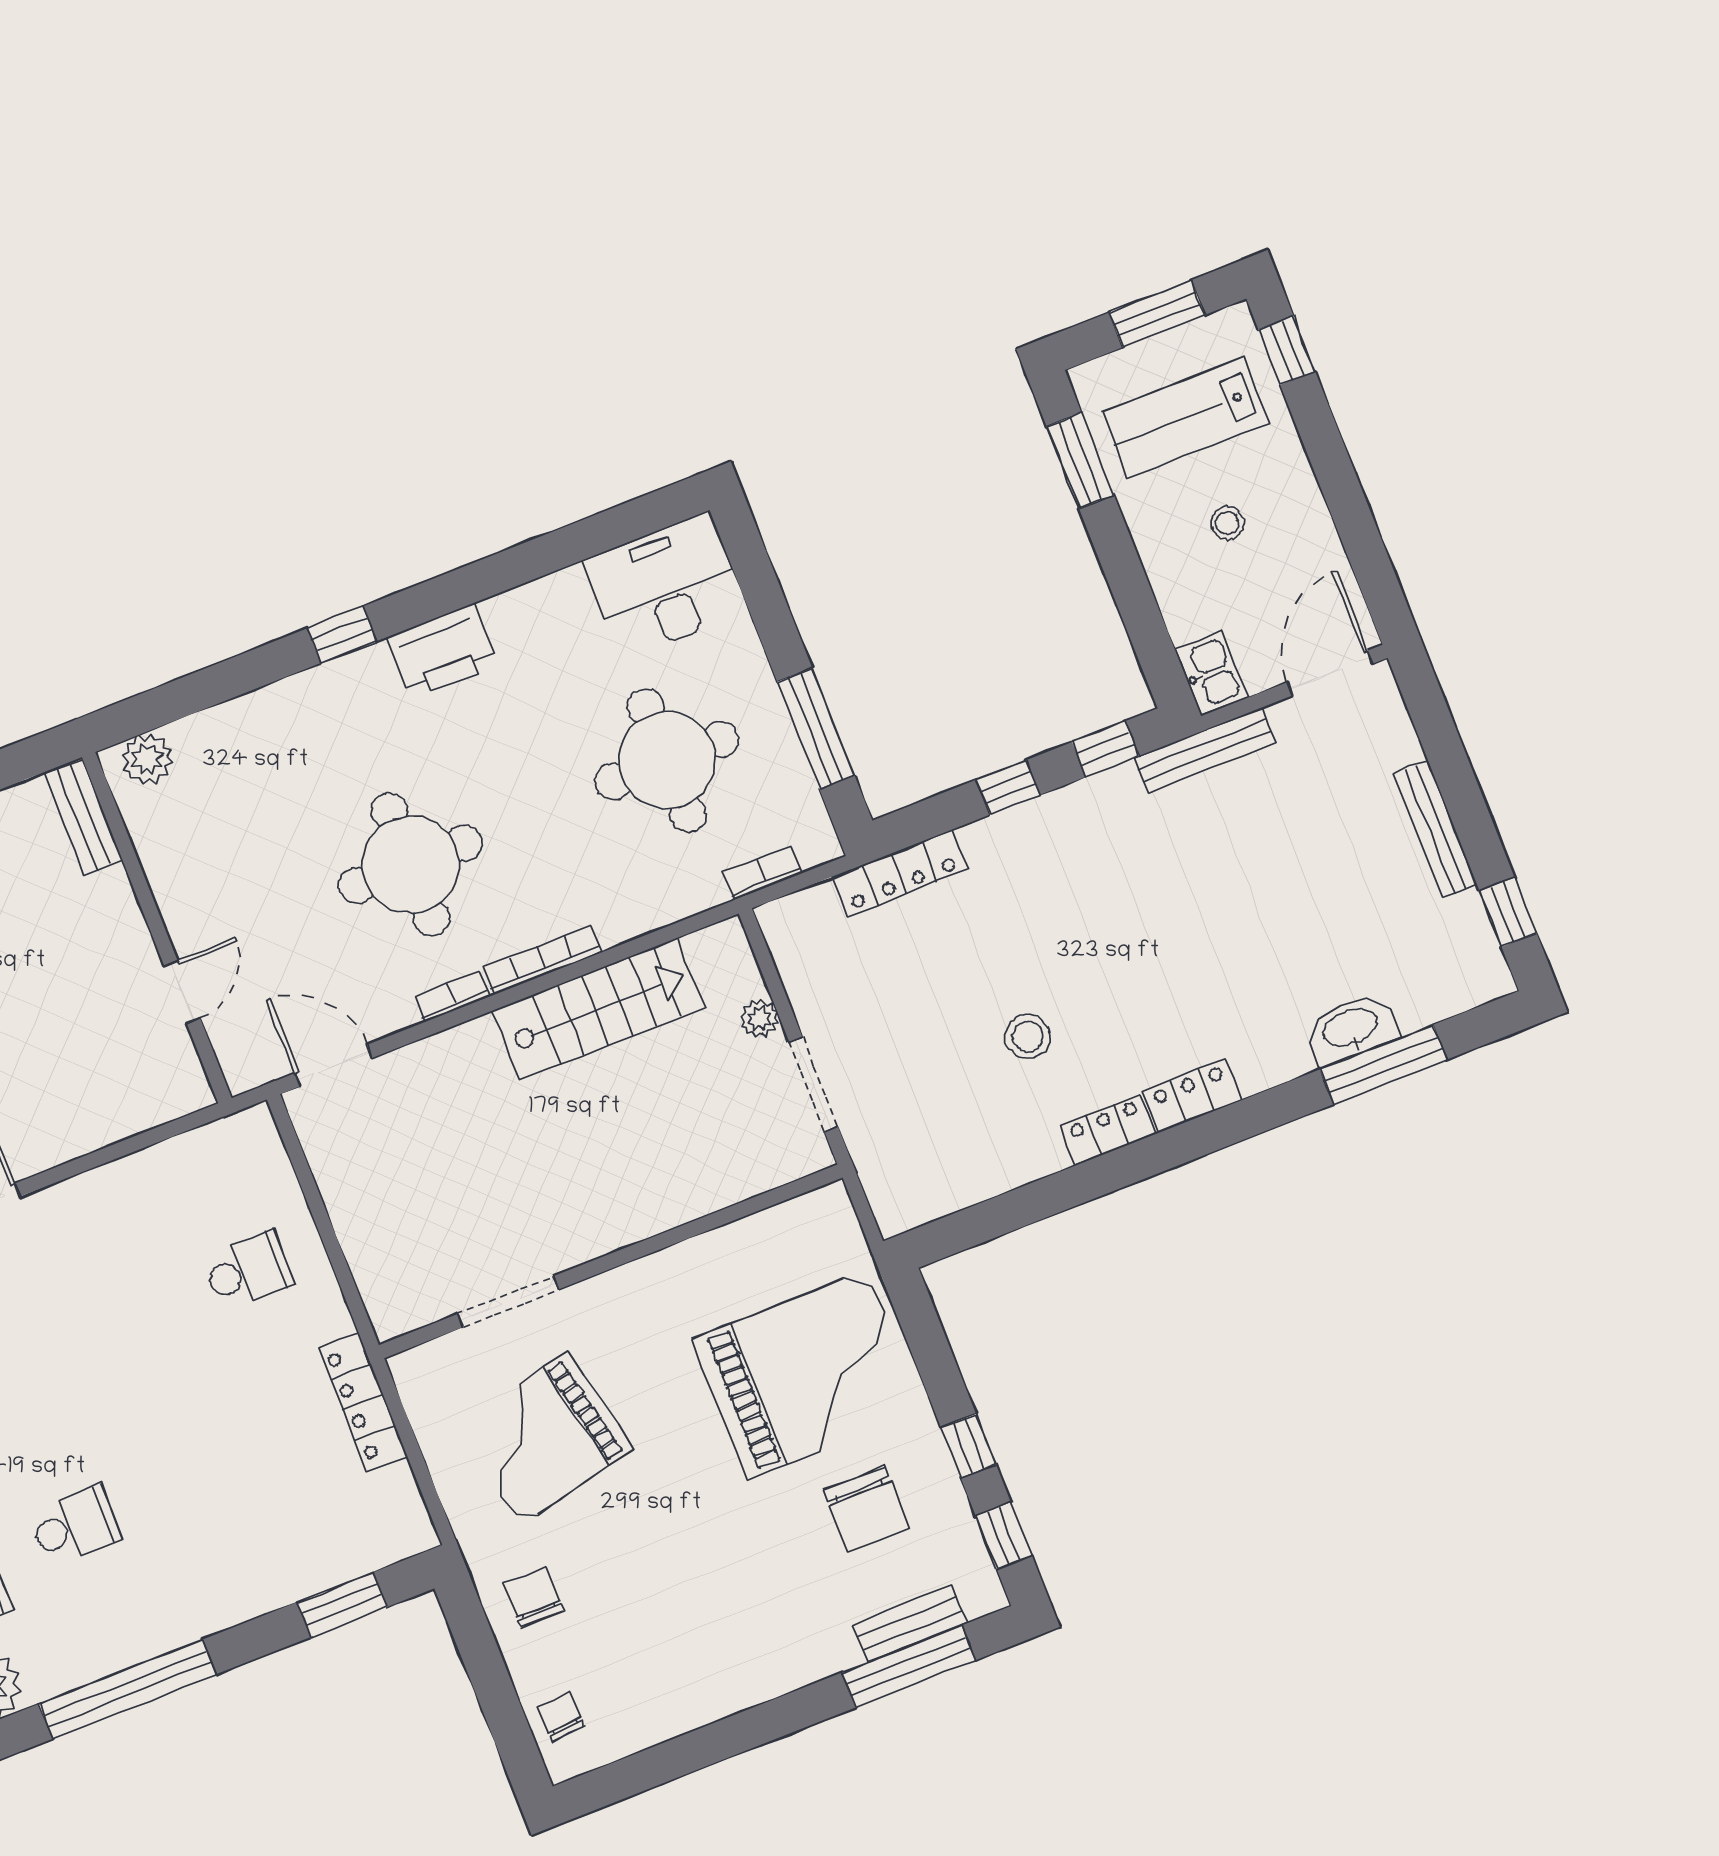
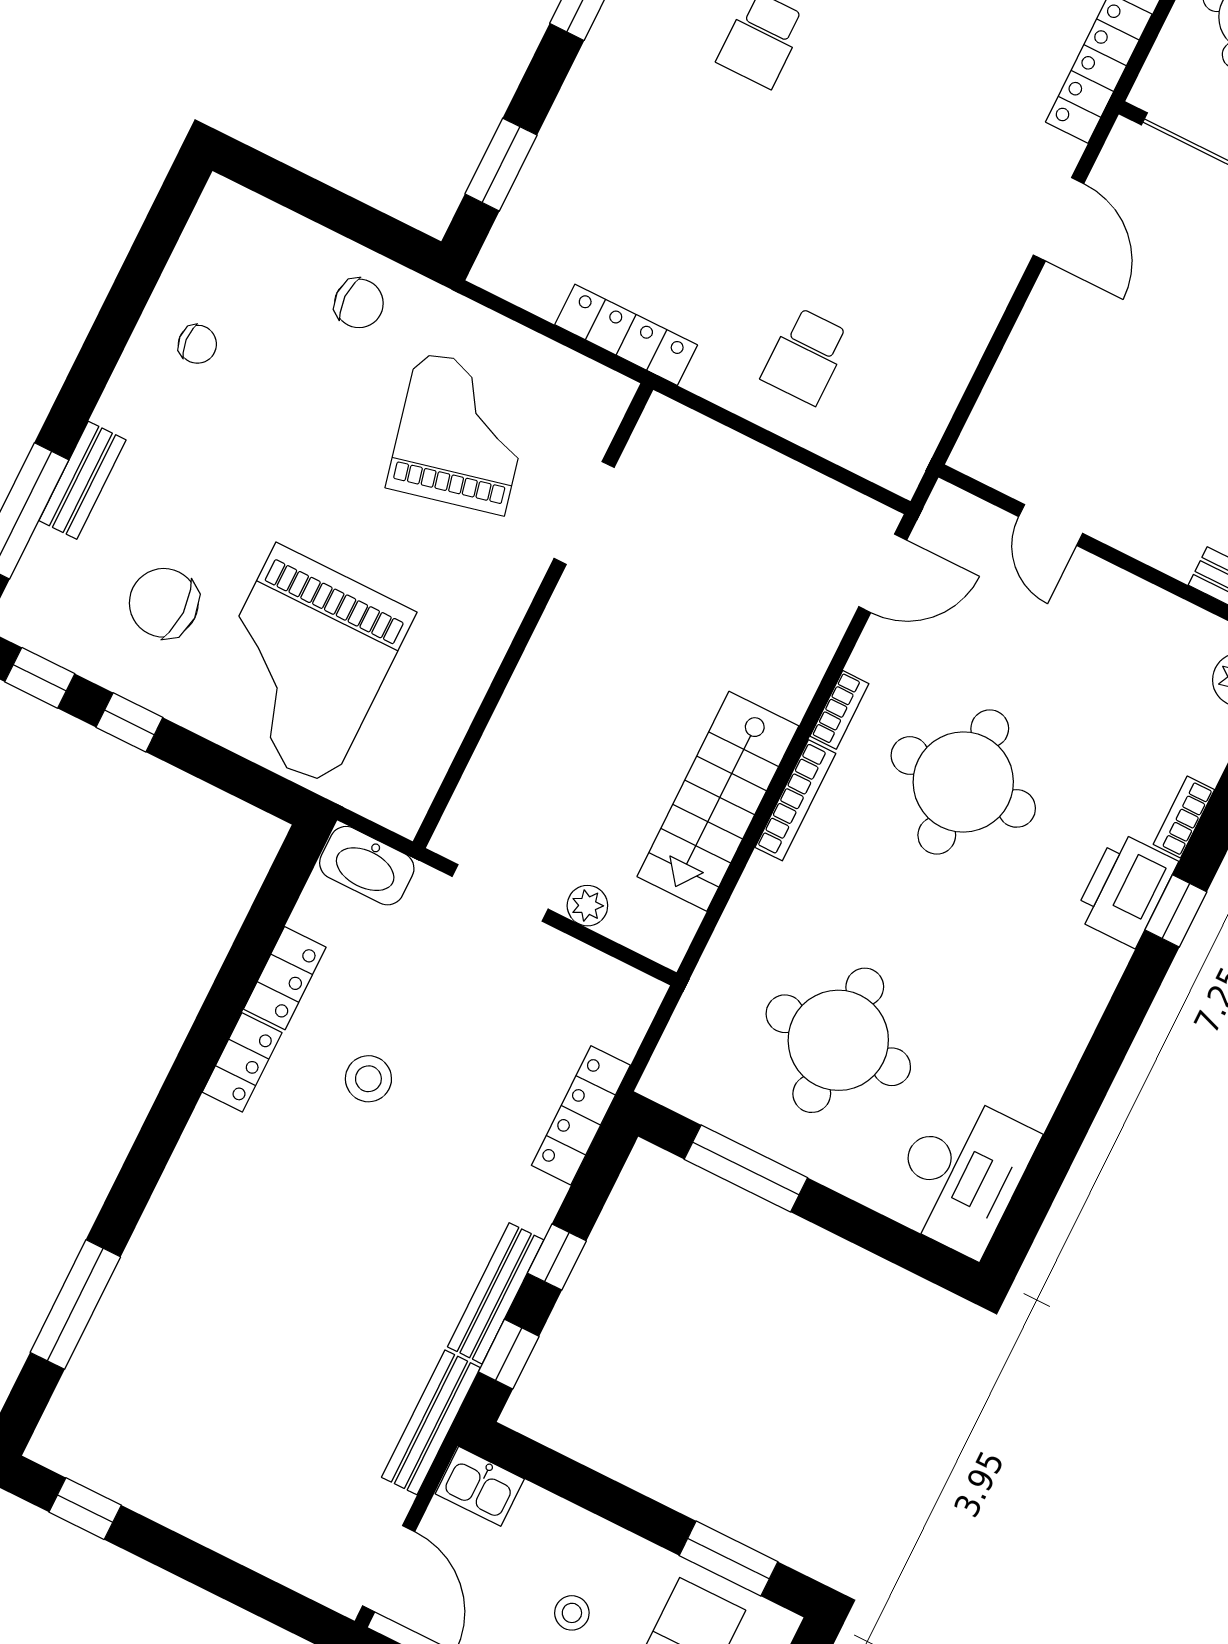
printer: (442, 652) -> (1126, 890), moved
bench: (1435, 829) -> (496, 1293), moved, turned 90
bookcase: (763, 873) -> (1184, 817), moved, turned 180
washbasin: (1351, 1029) -> (367, 866), moved, turned 90
locker: (1192, 1096) -> (285, 978), moved
bench: (910, 1624) -> (82, 480), moved
chair: (561, 1717) -> (197, 344), moved

